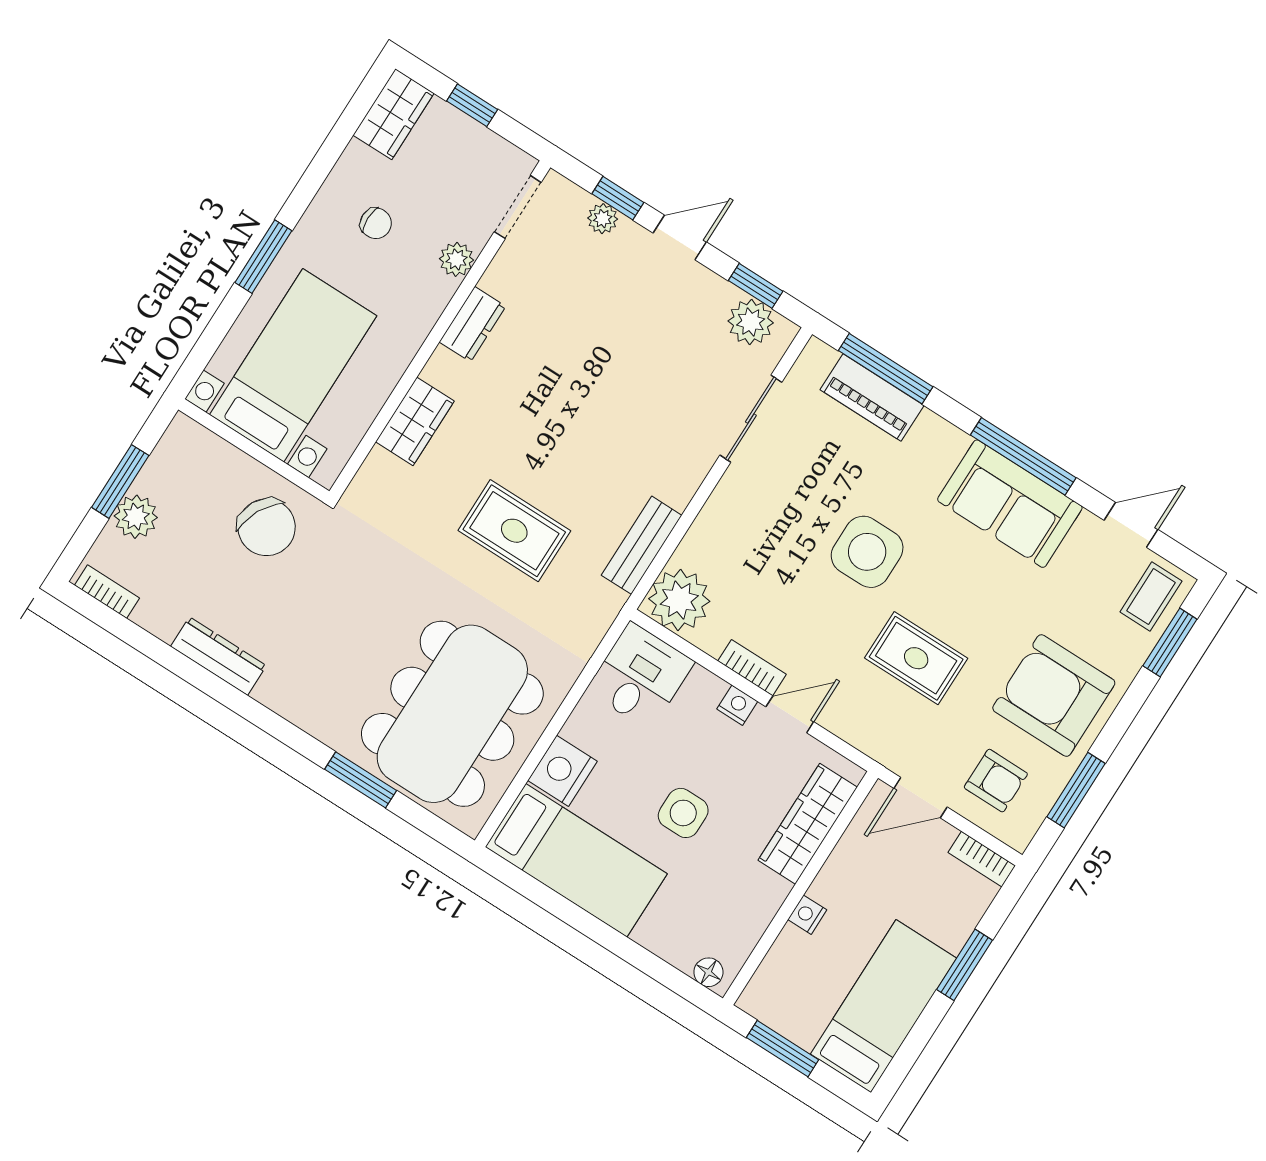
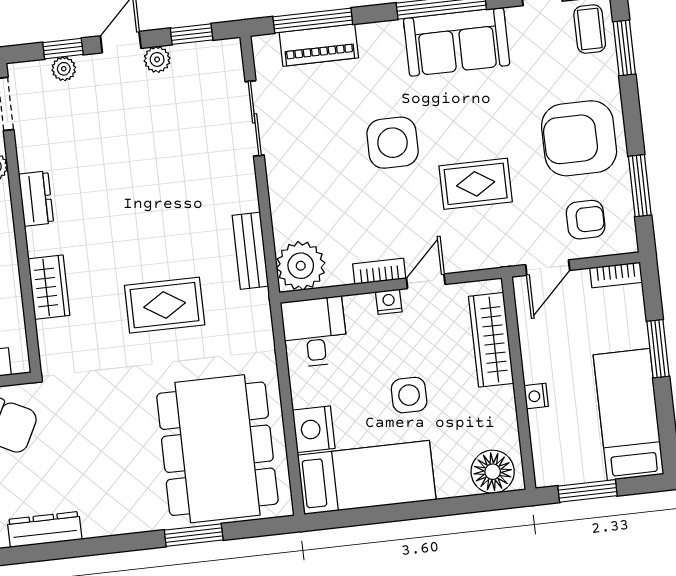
plant: (751, 322) -> (157, 59), moved, width x0.73, depth x0.73
floor lamp: (708, 972) -> (493, 472), width x1.89, depth x1.89

